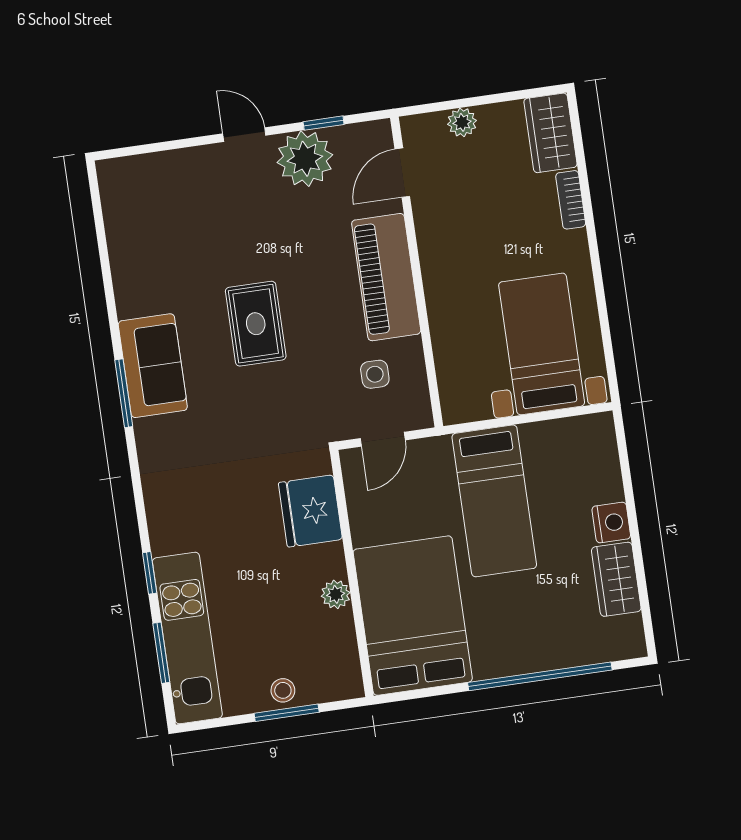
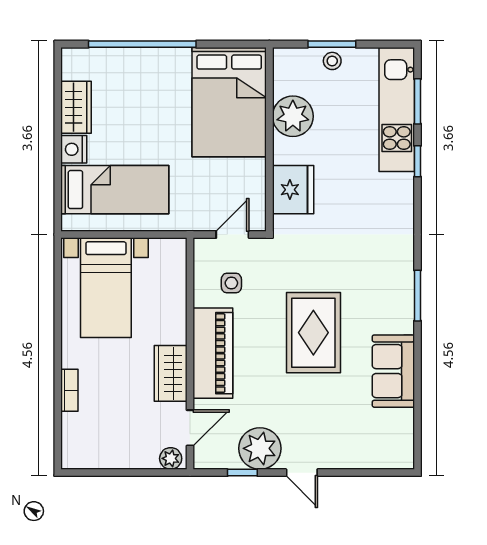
plant: (462, 122) -> (171, 458), moved
wardrobe: (550, 133) -> (171, 373), moved, turned 180
rug: (256, 324) -> (313, 333), width x1.36, depth x1.43
sofa: (153, 366) -> (393, 371), moved
bed: (494, 501) -> (115, 190), moved, turned 90
plant: (336, 594) -> (293, 116), width x1.87, depth x1.87

